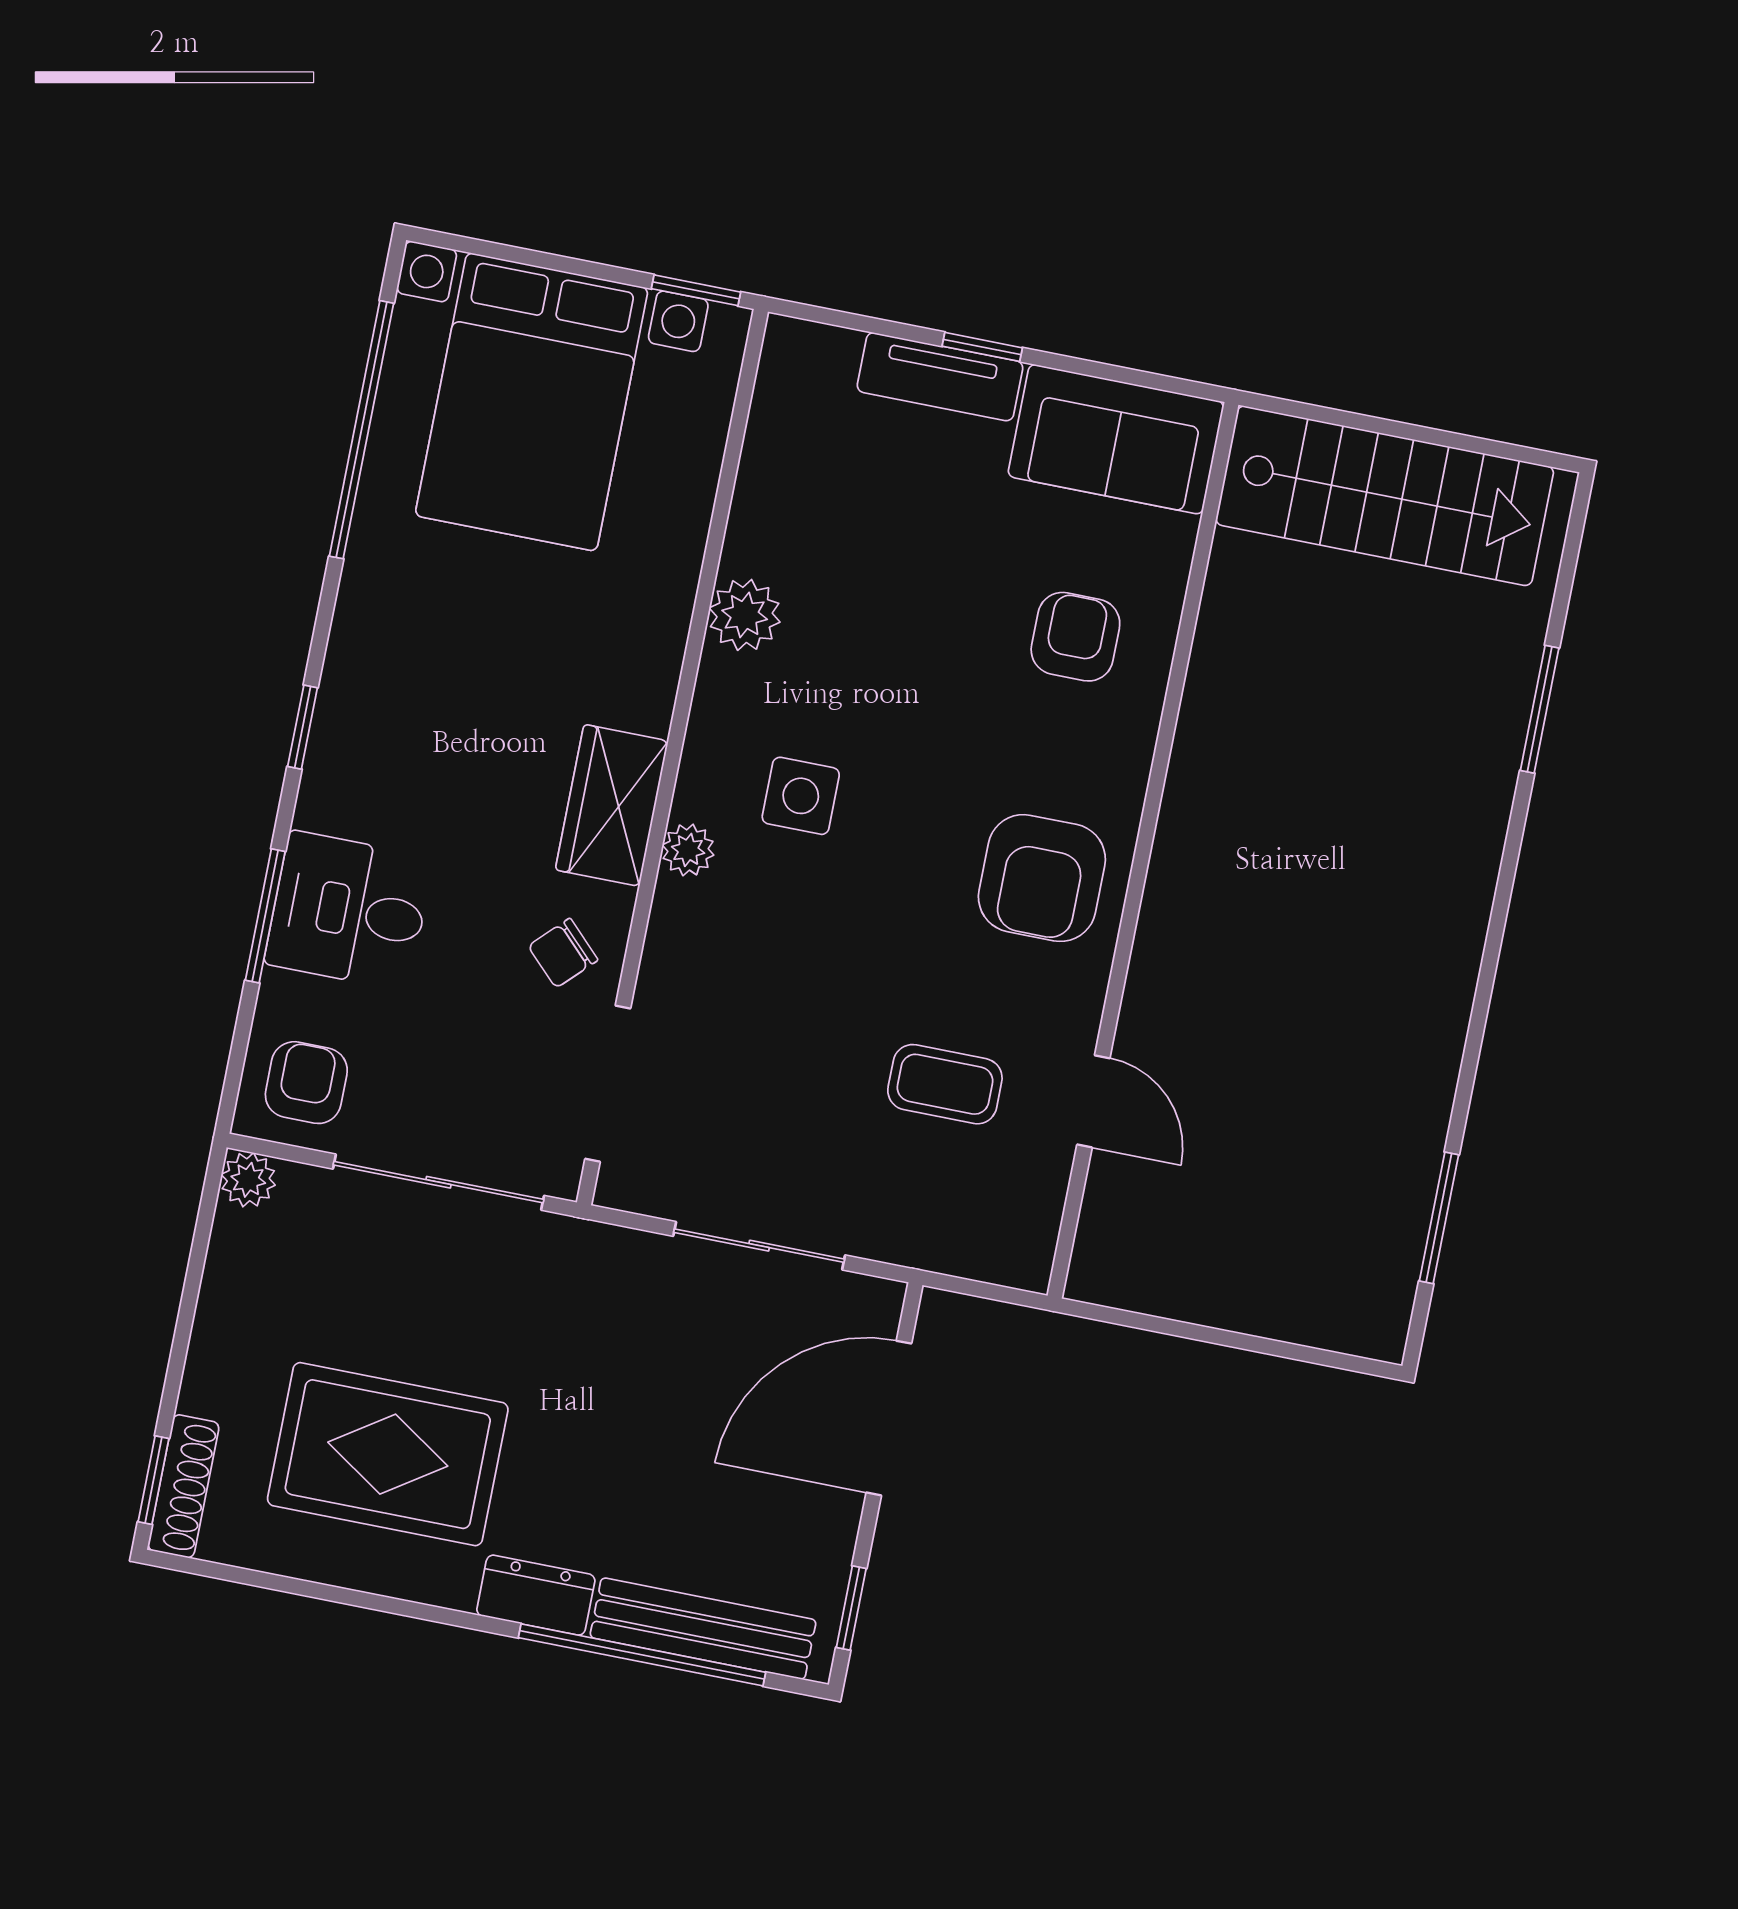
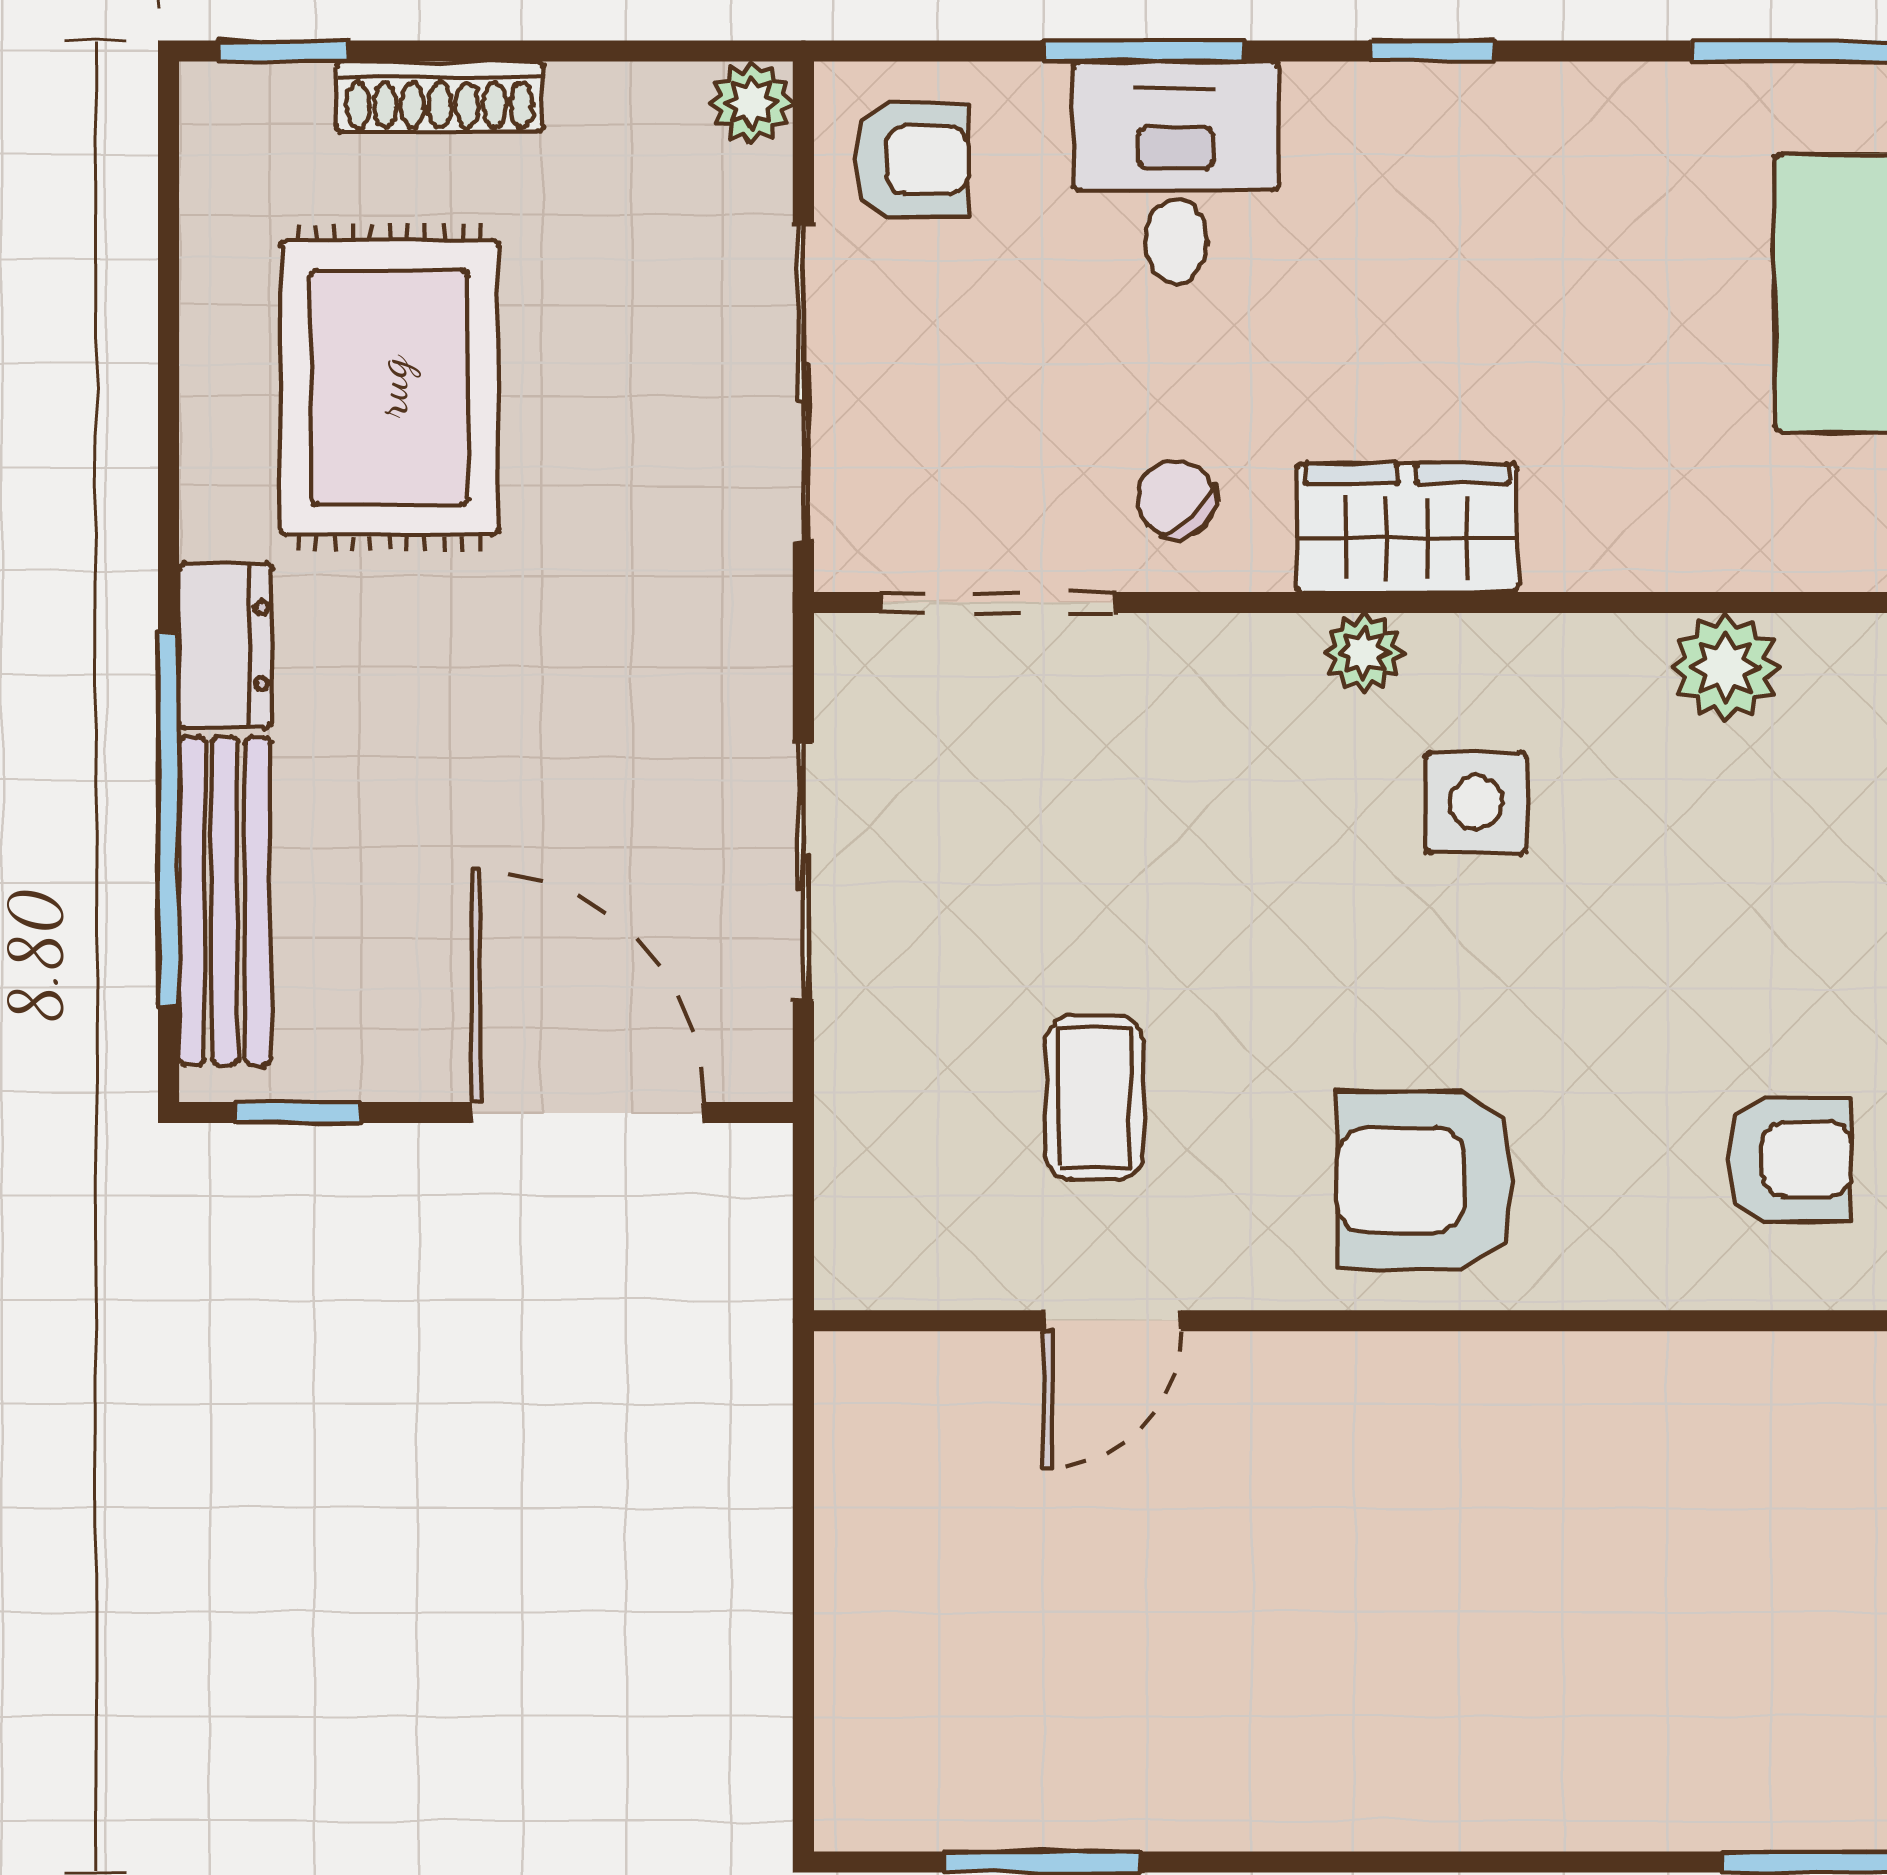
shoe rack: (183, 1486) -> (440, 97), moved

